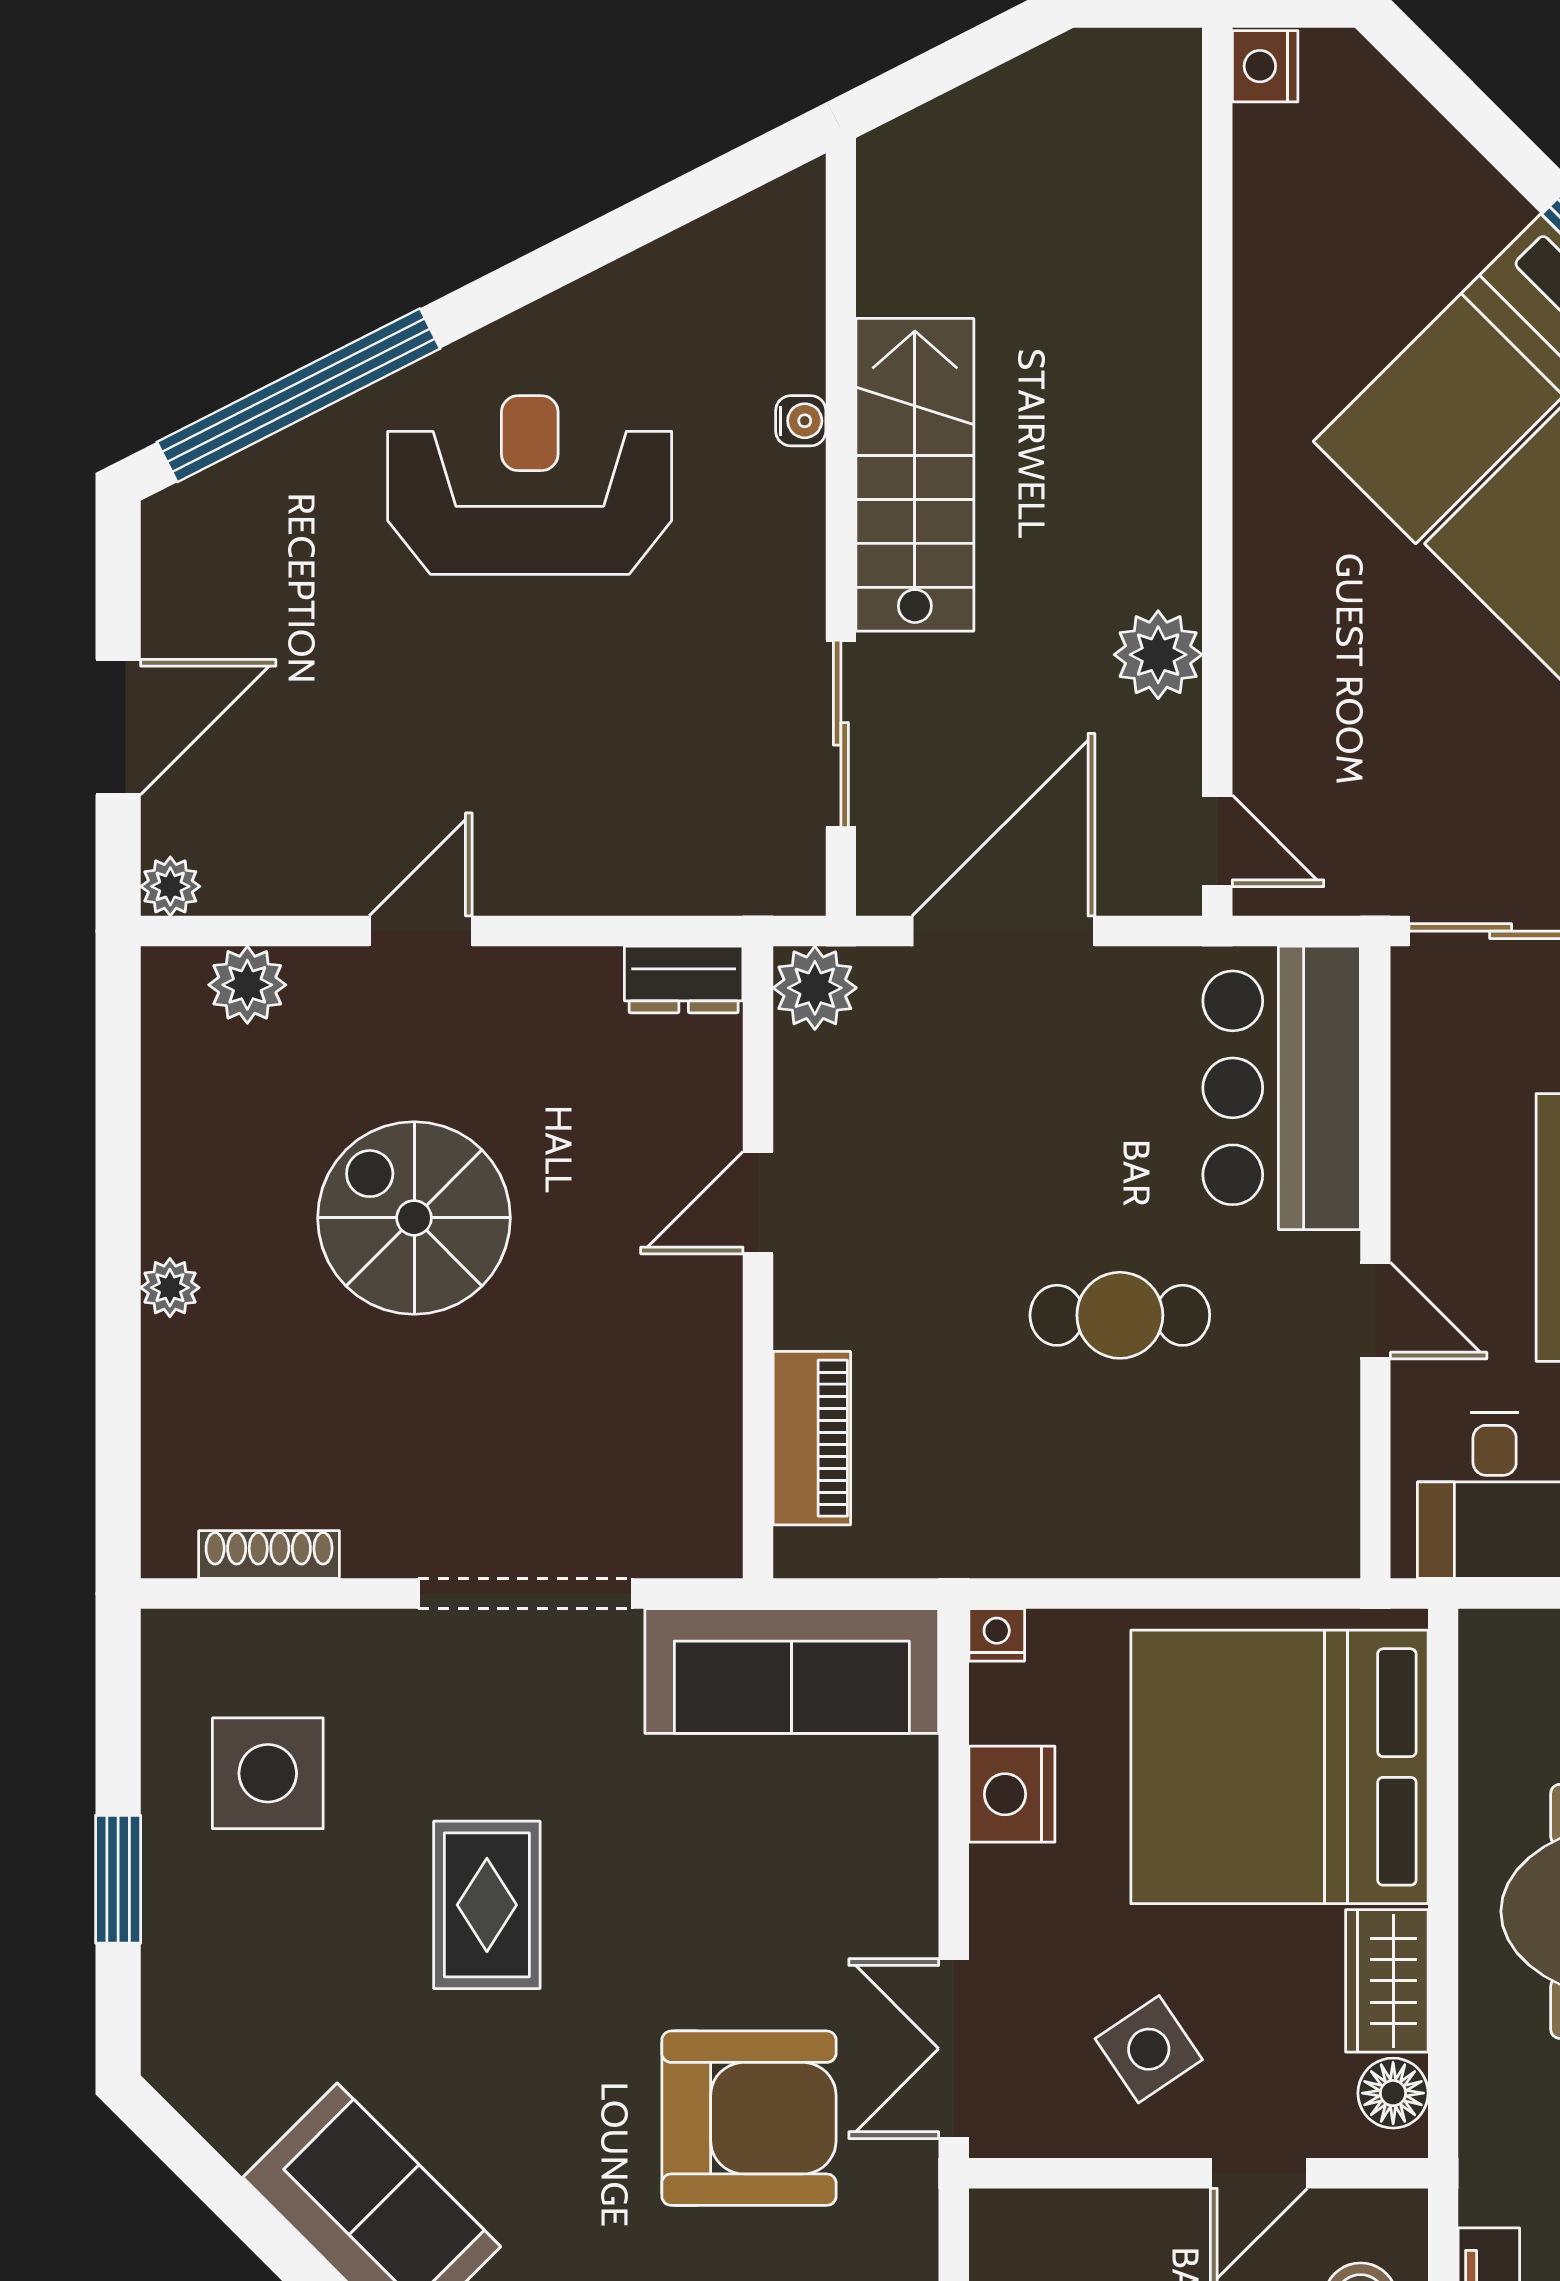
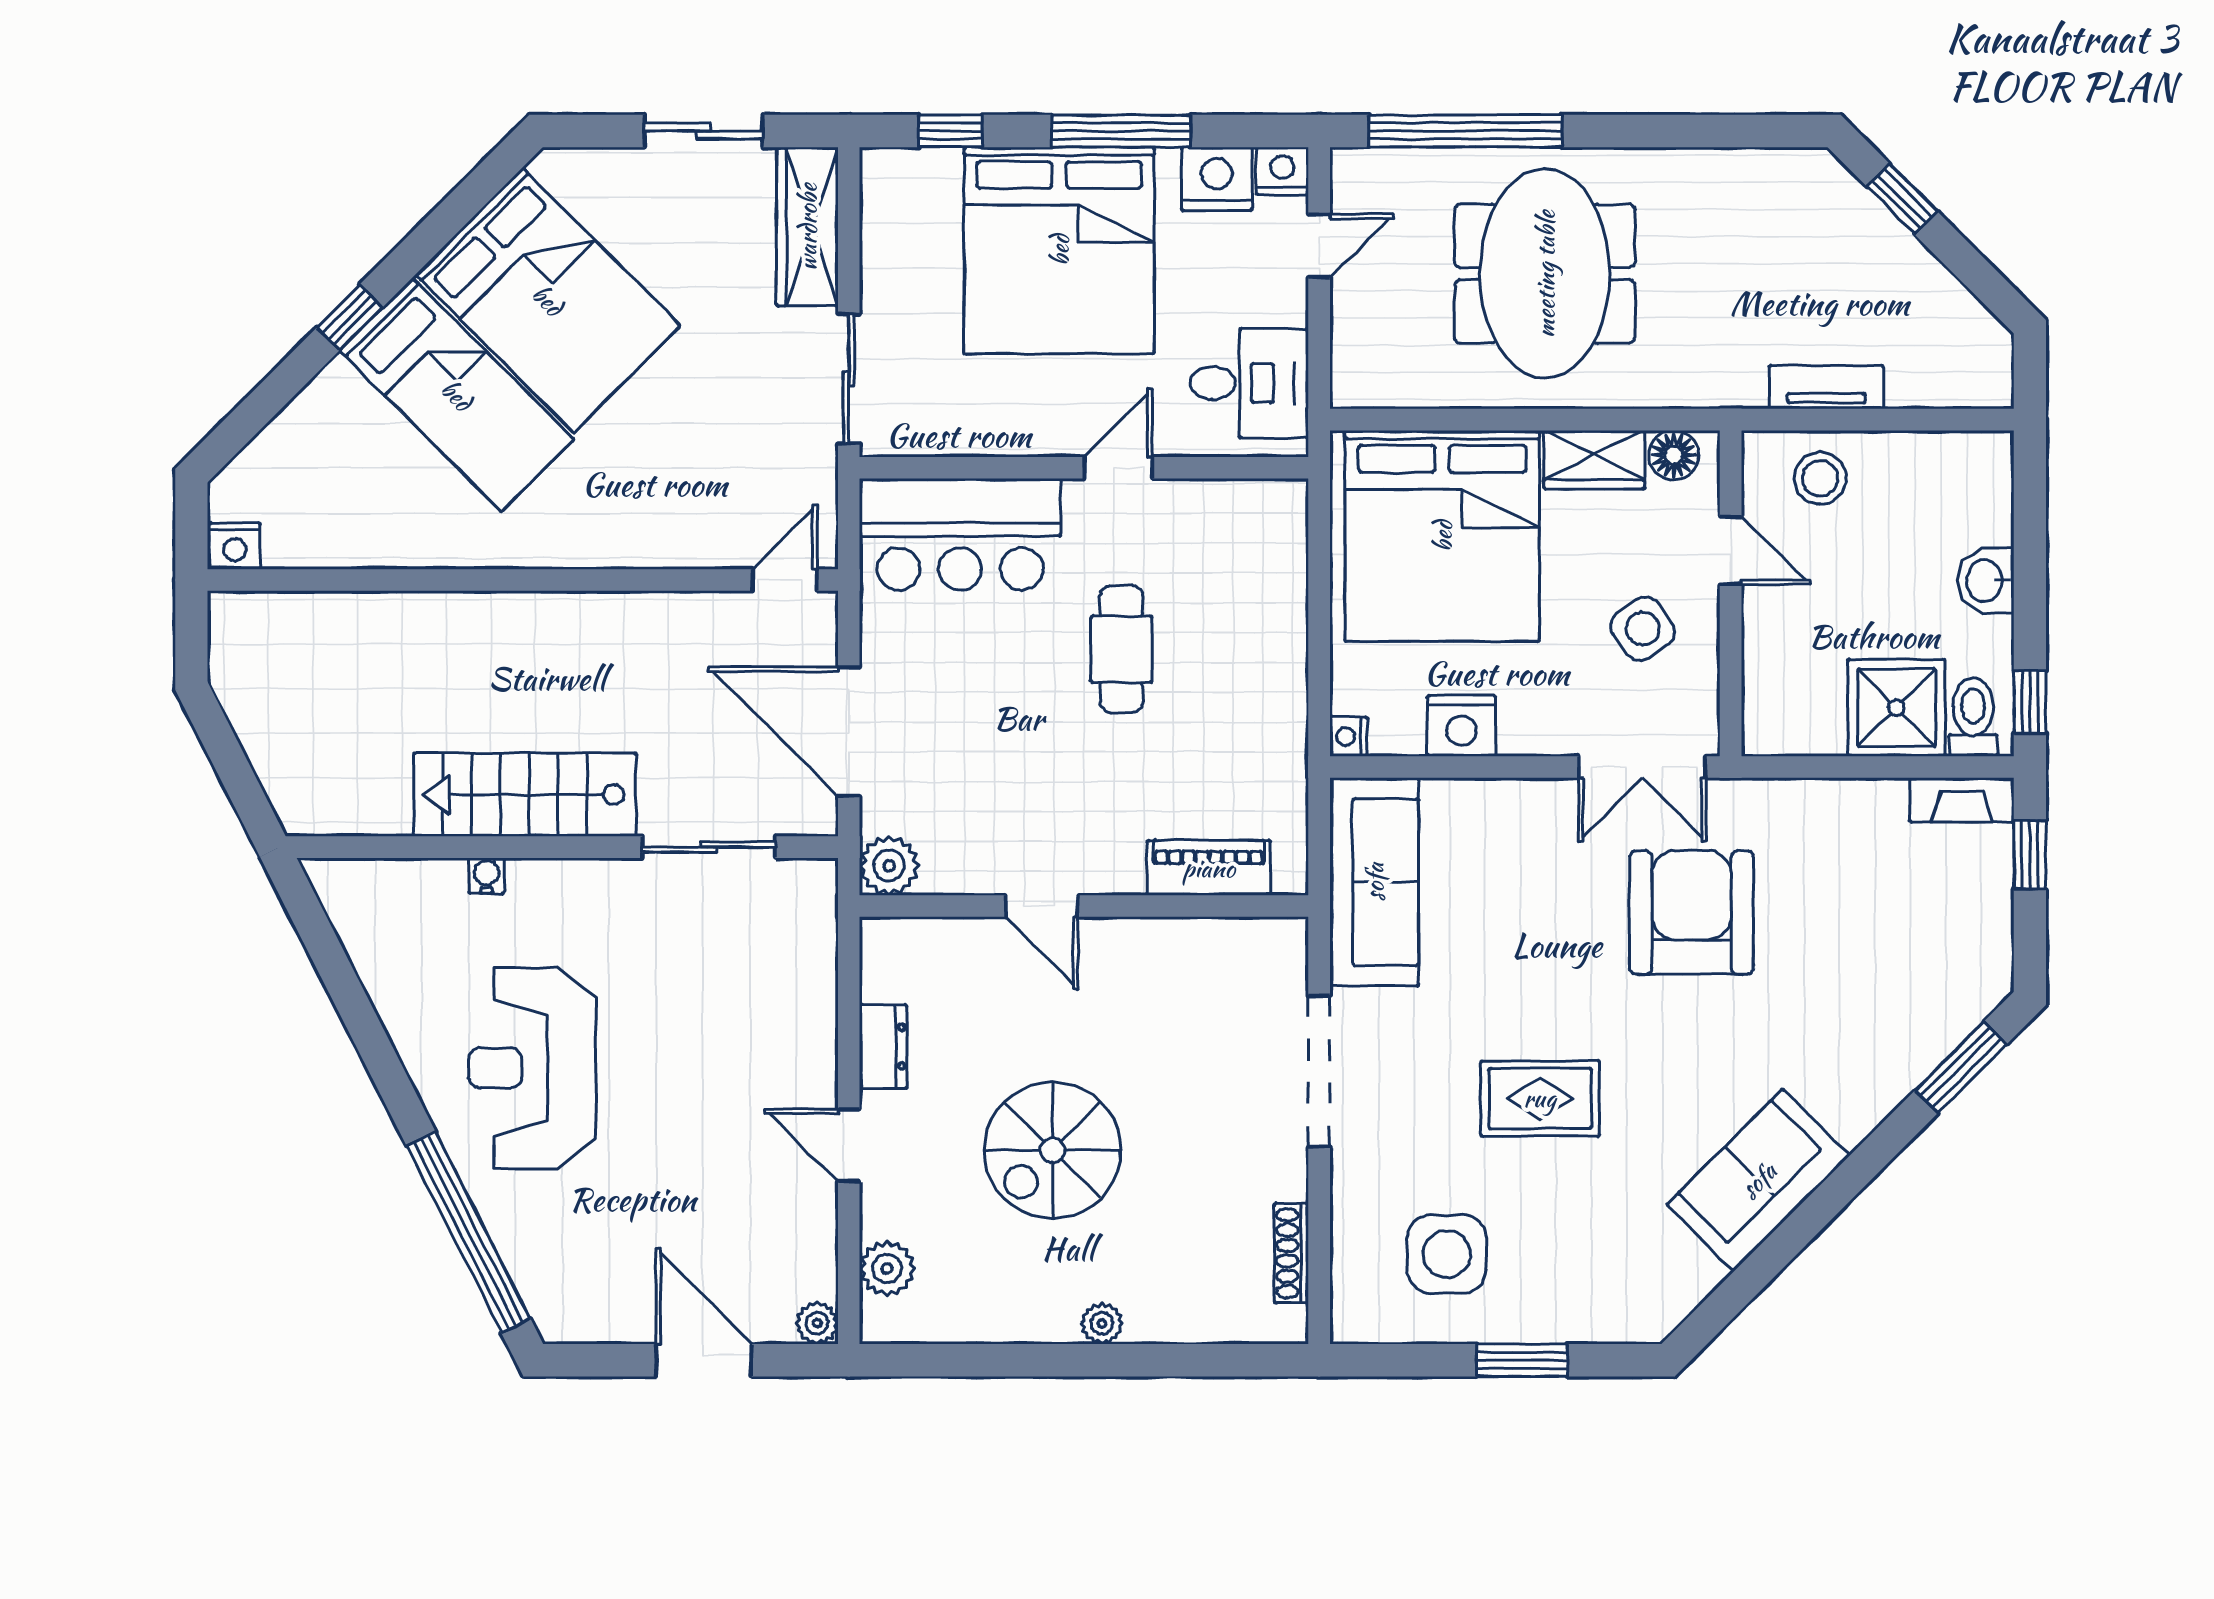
plant: (1158, 655) -> (653, 622), removed
dresser: (684, 979) -> (883, 1047), moved

